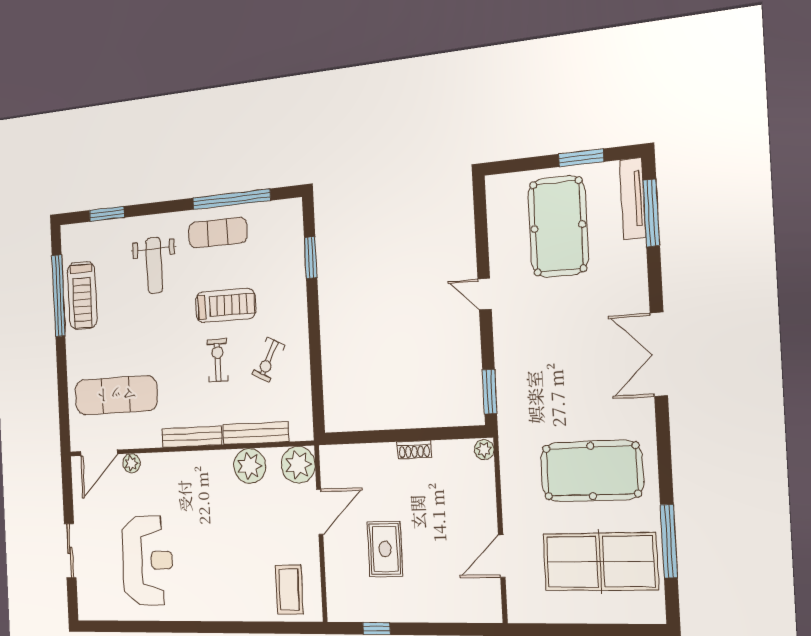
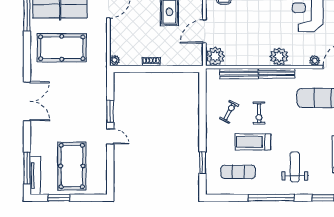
window: (231, 199) -> (271, 198), moved
exercise mat: (218, 233) -> (238, 172), moved
window: (490, 392) -> (110, 111), moved
plant: (250, 466) -> (279, 57), moved

